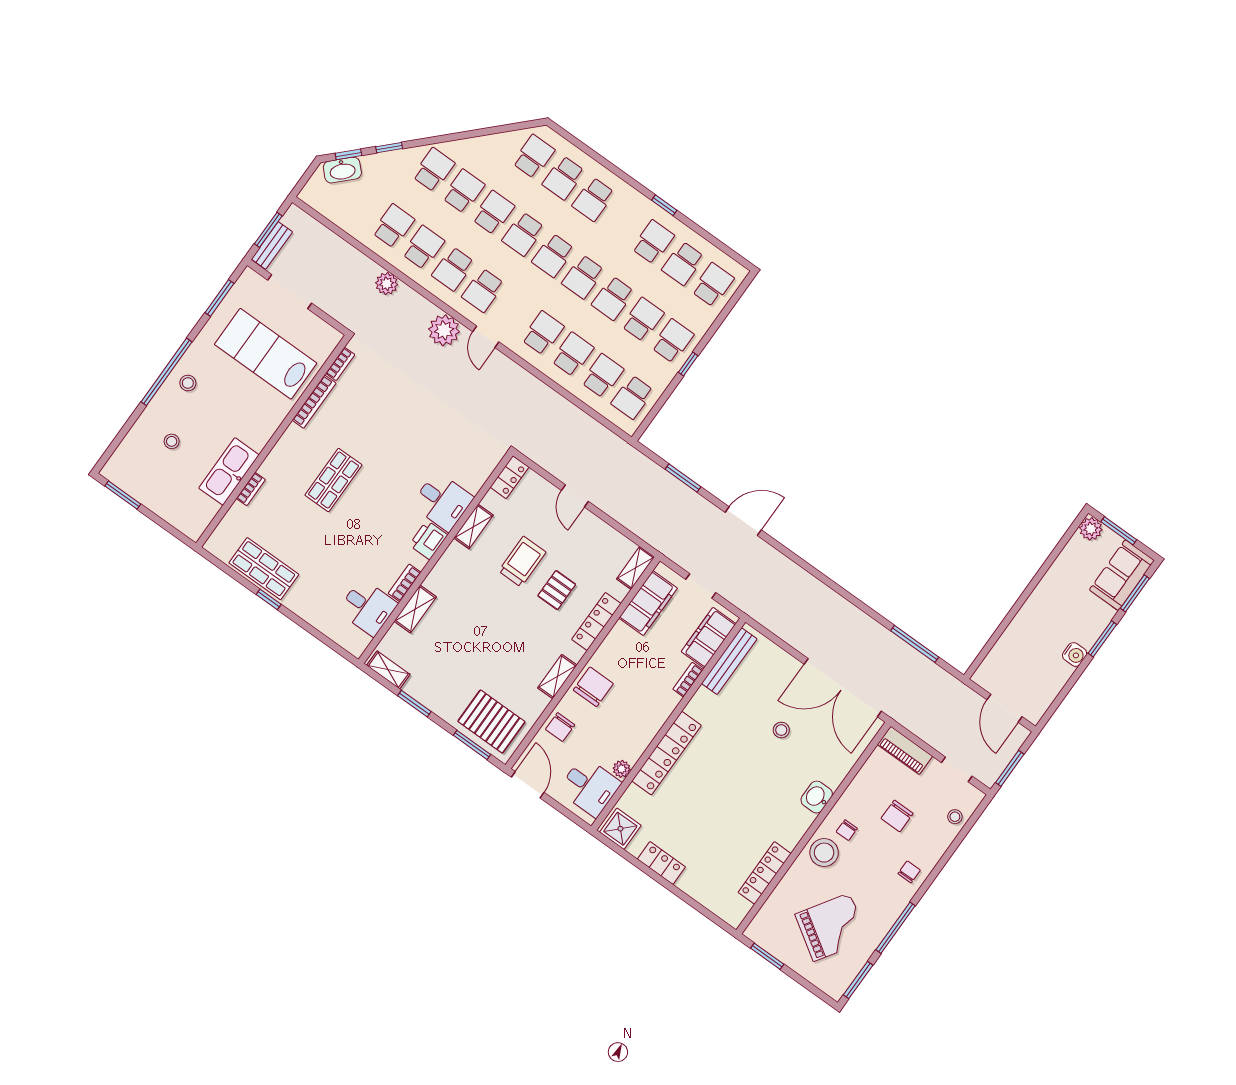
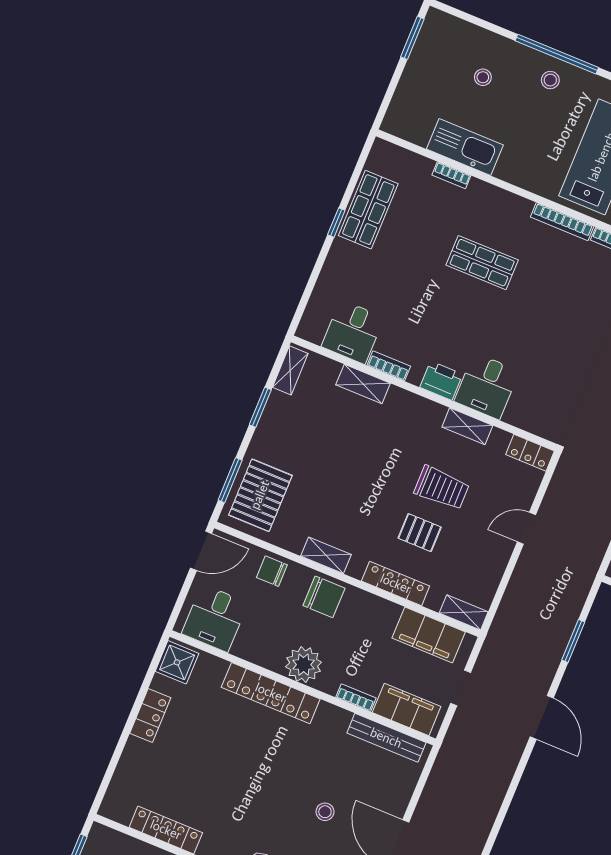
plant: (622, 769) -> (304, 665), moved, width x1.87, depth x1.87

